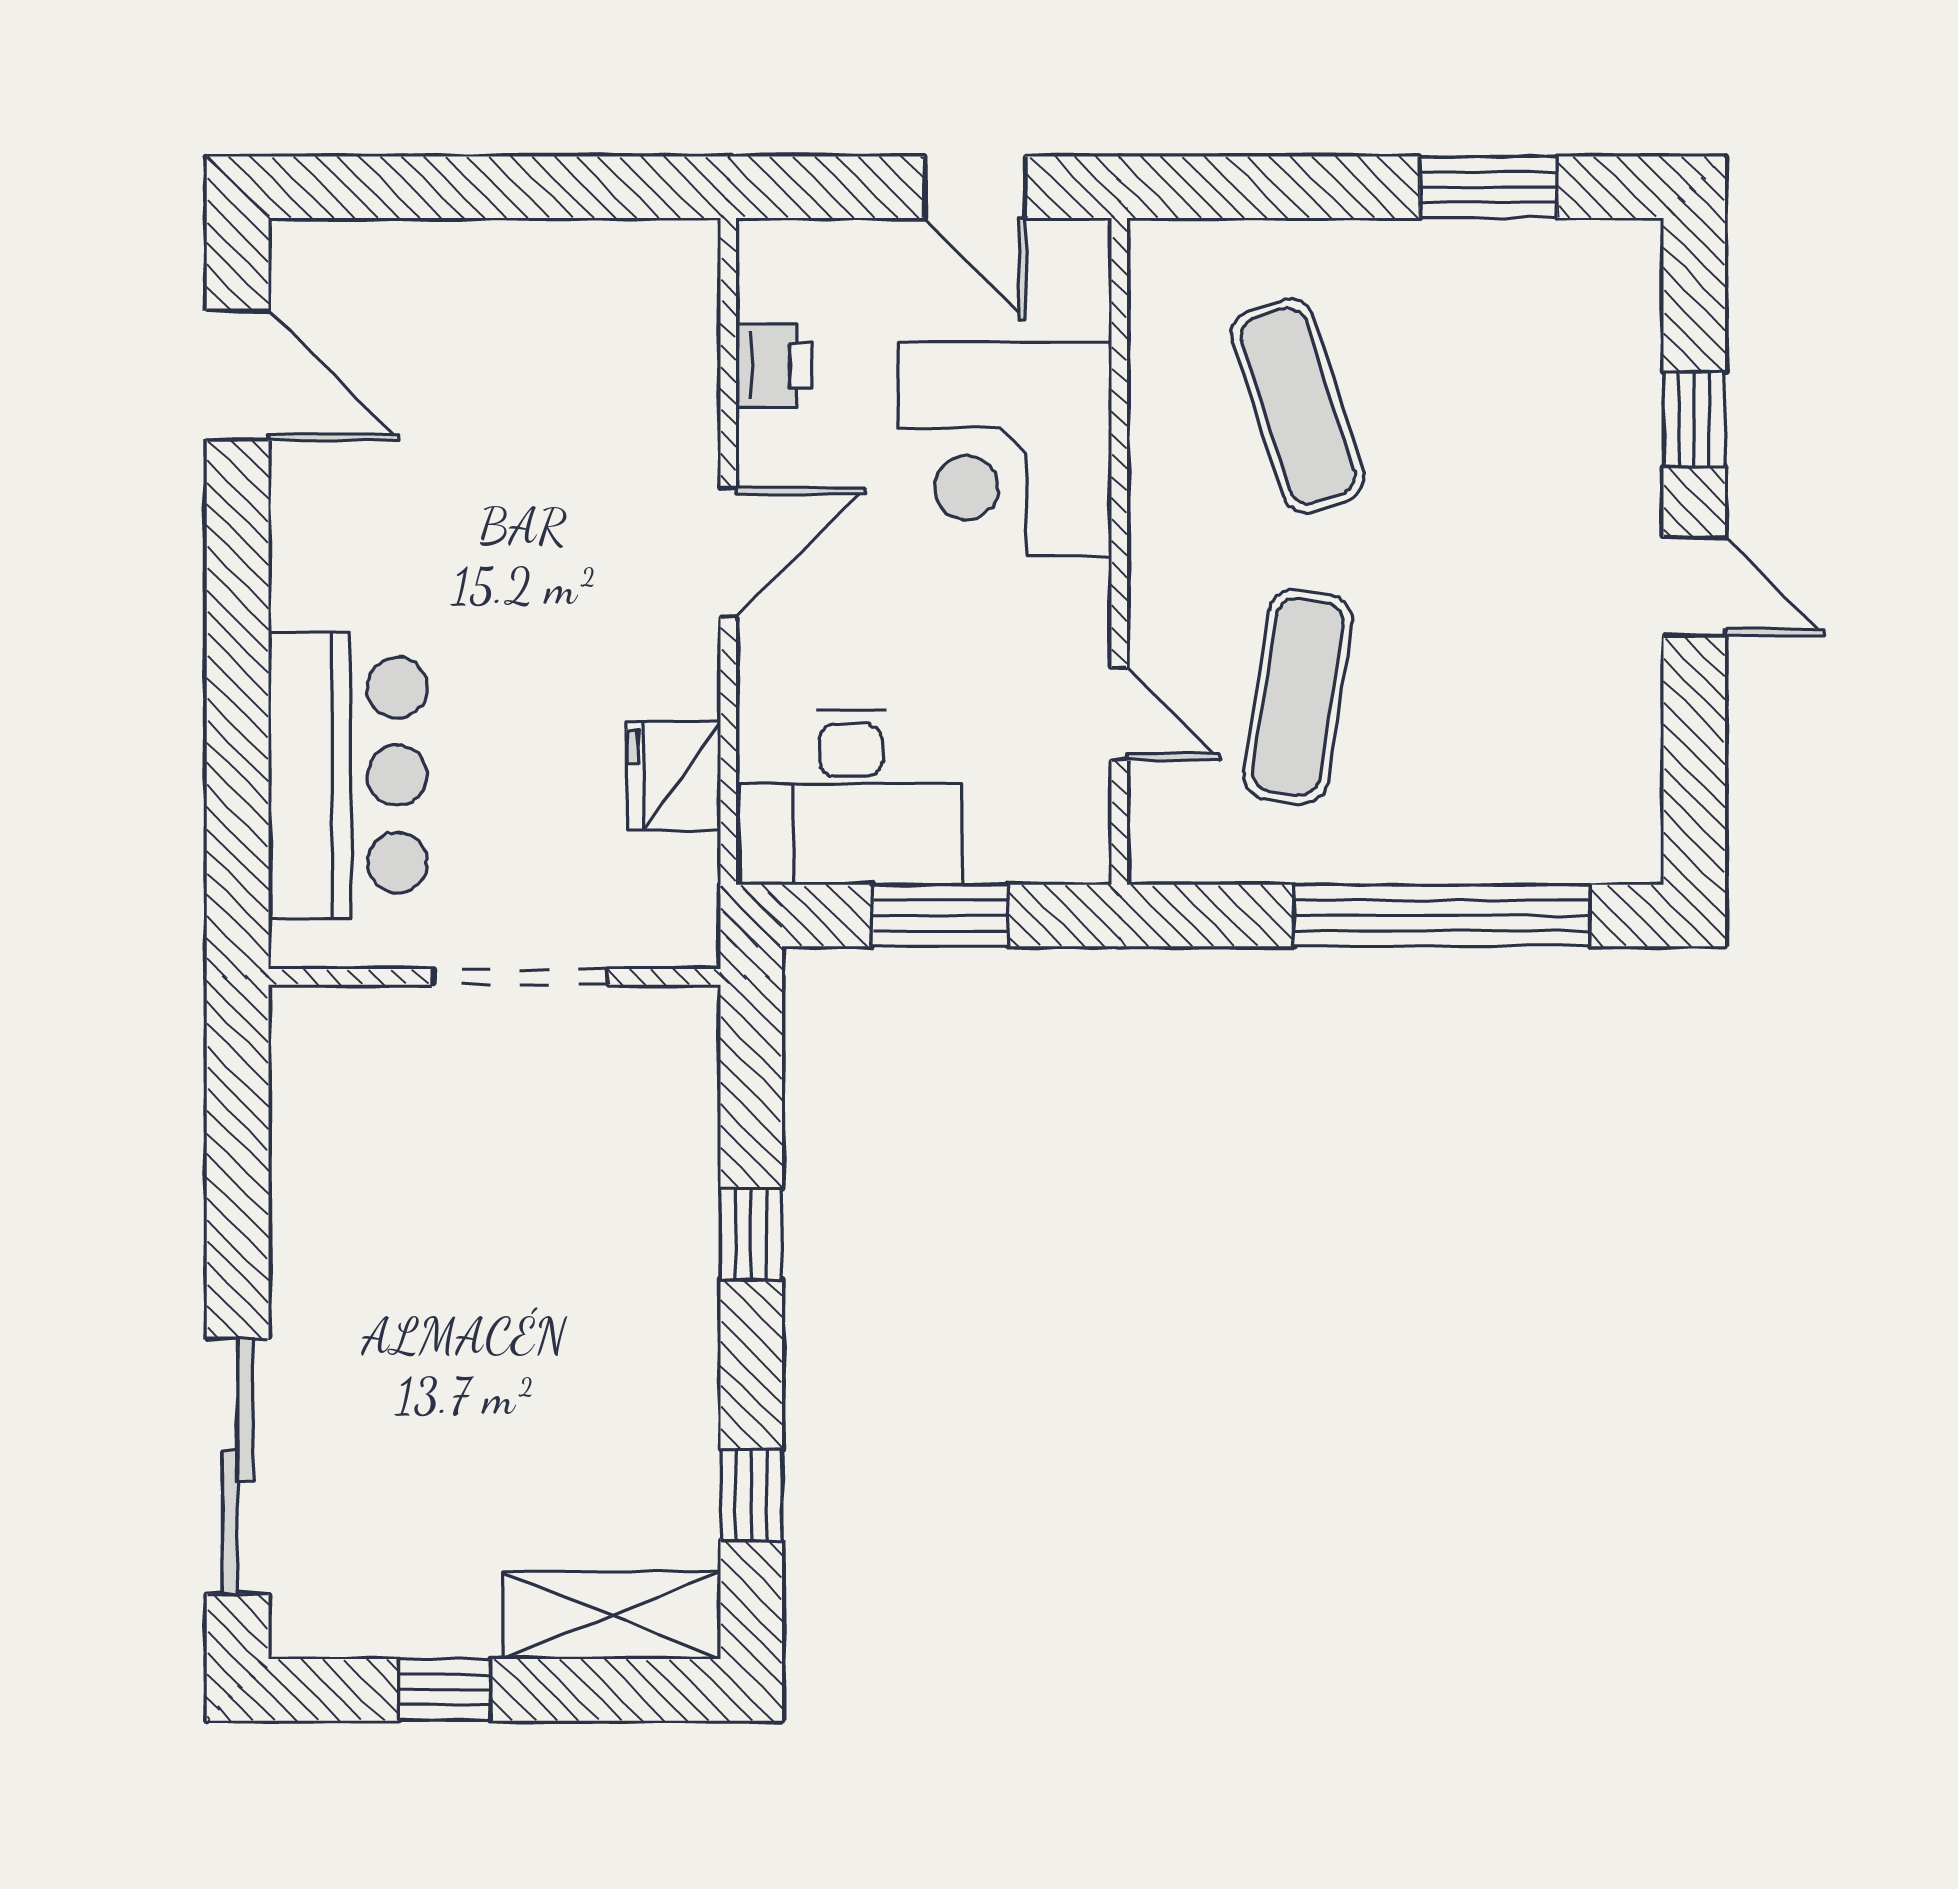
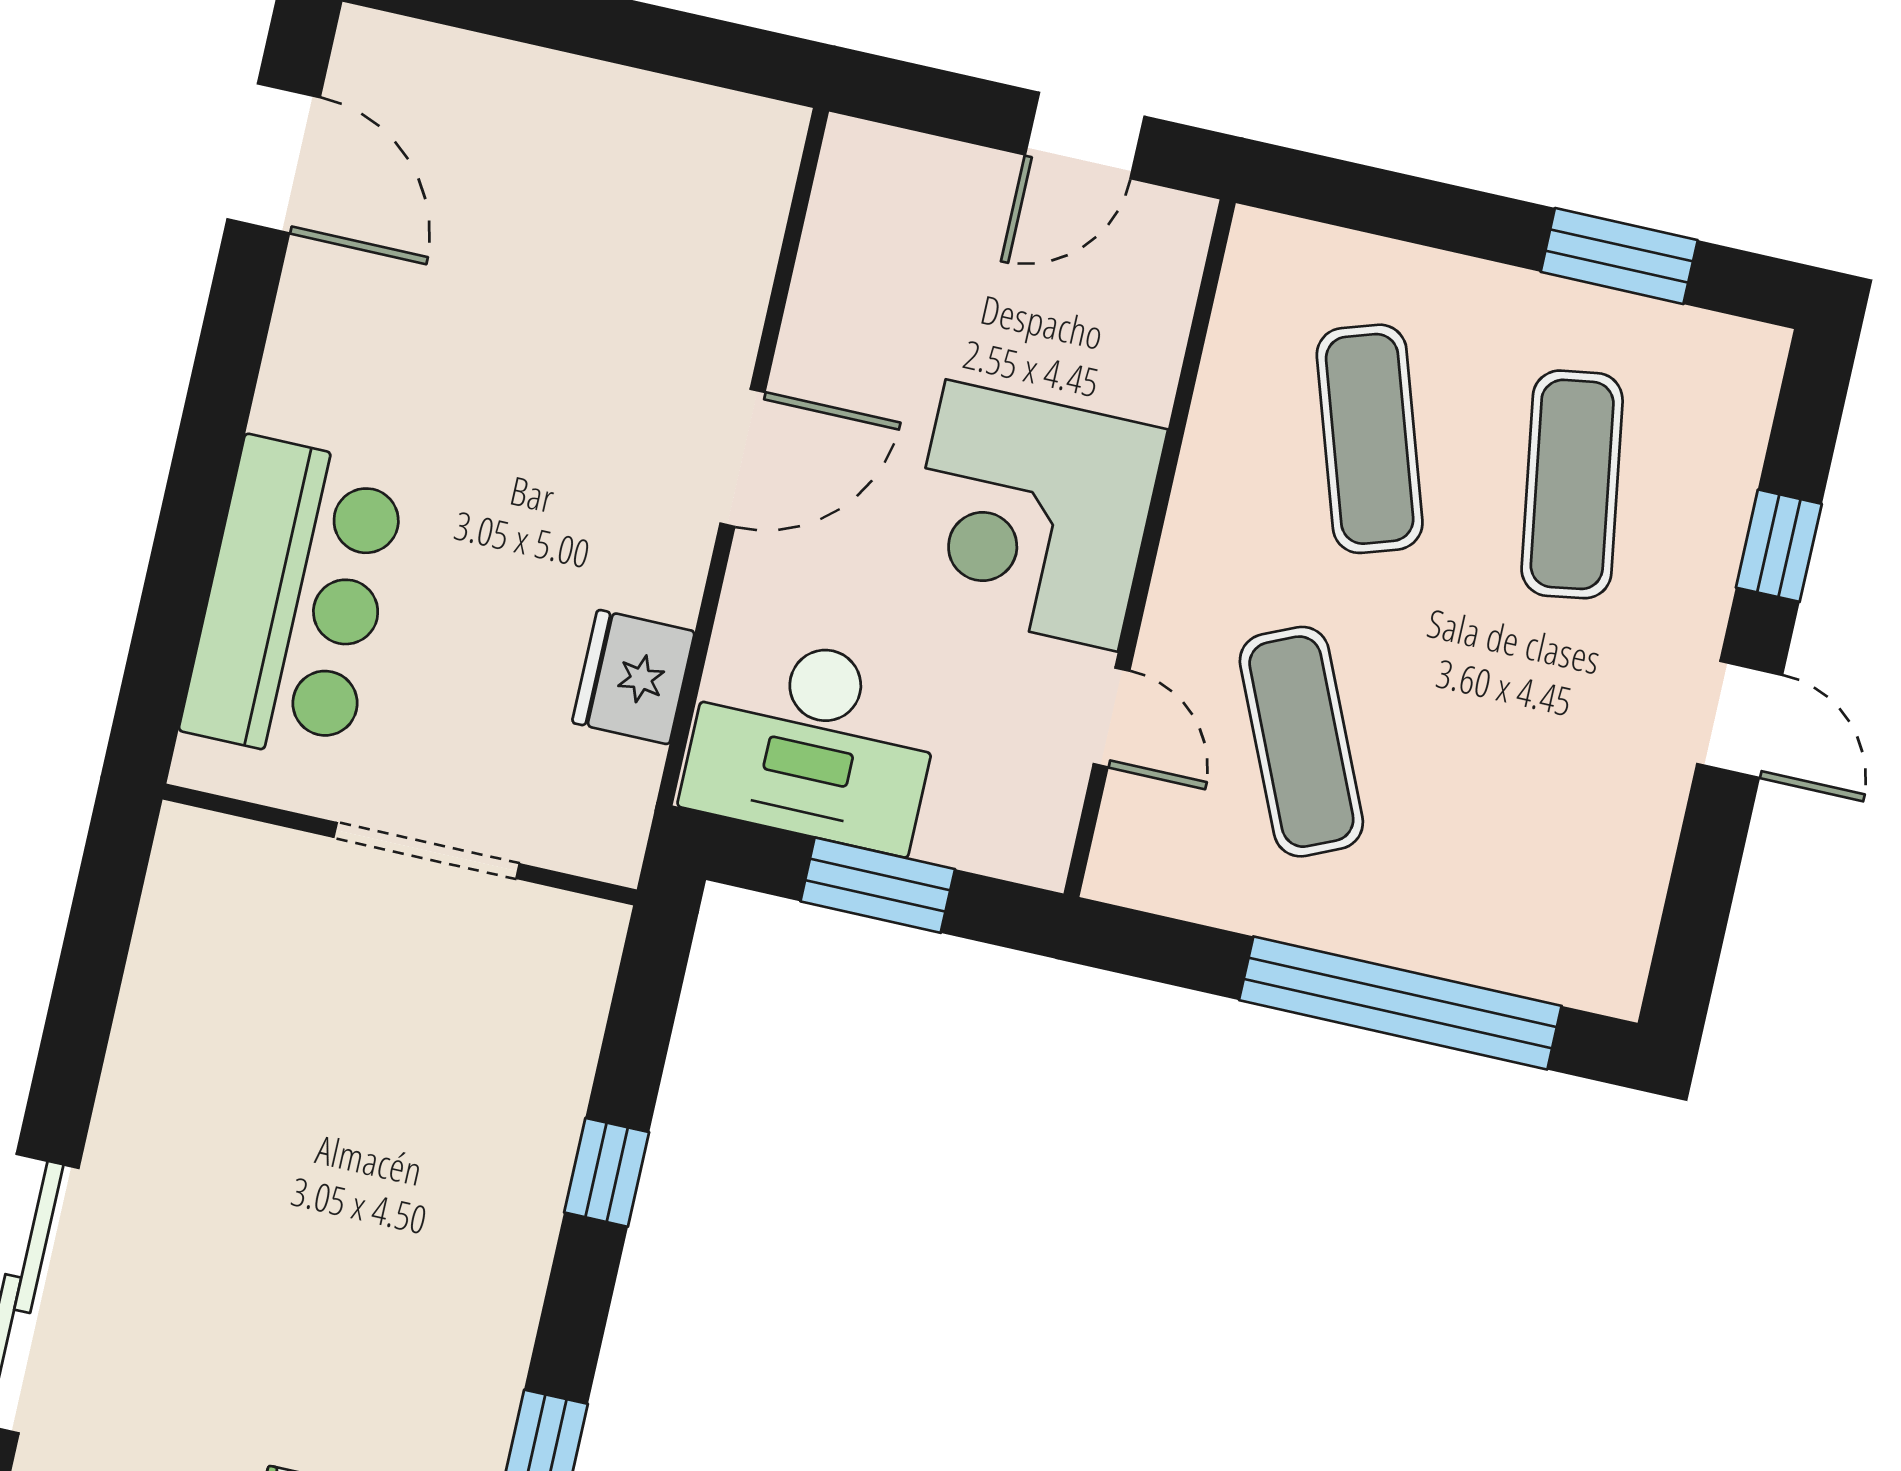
door: (975, 187) -> (1085, 136), hinge flipped
printer: (774, 366) -> (834, 274), removed
exercise mat: (1493, 406) -> (1572, 484), added
corner desk: (1005, 449) -> (1032, 515), moved
exercise mat: (1298, 697) -> (1301, 742), turned -33

